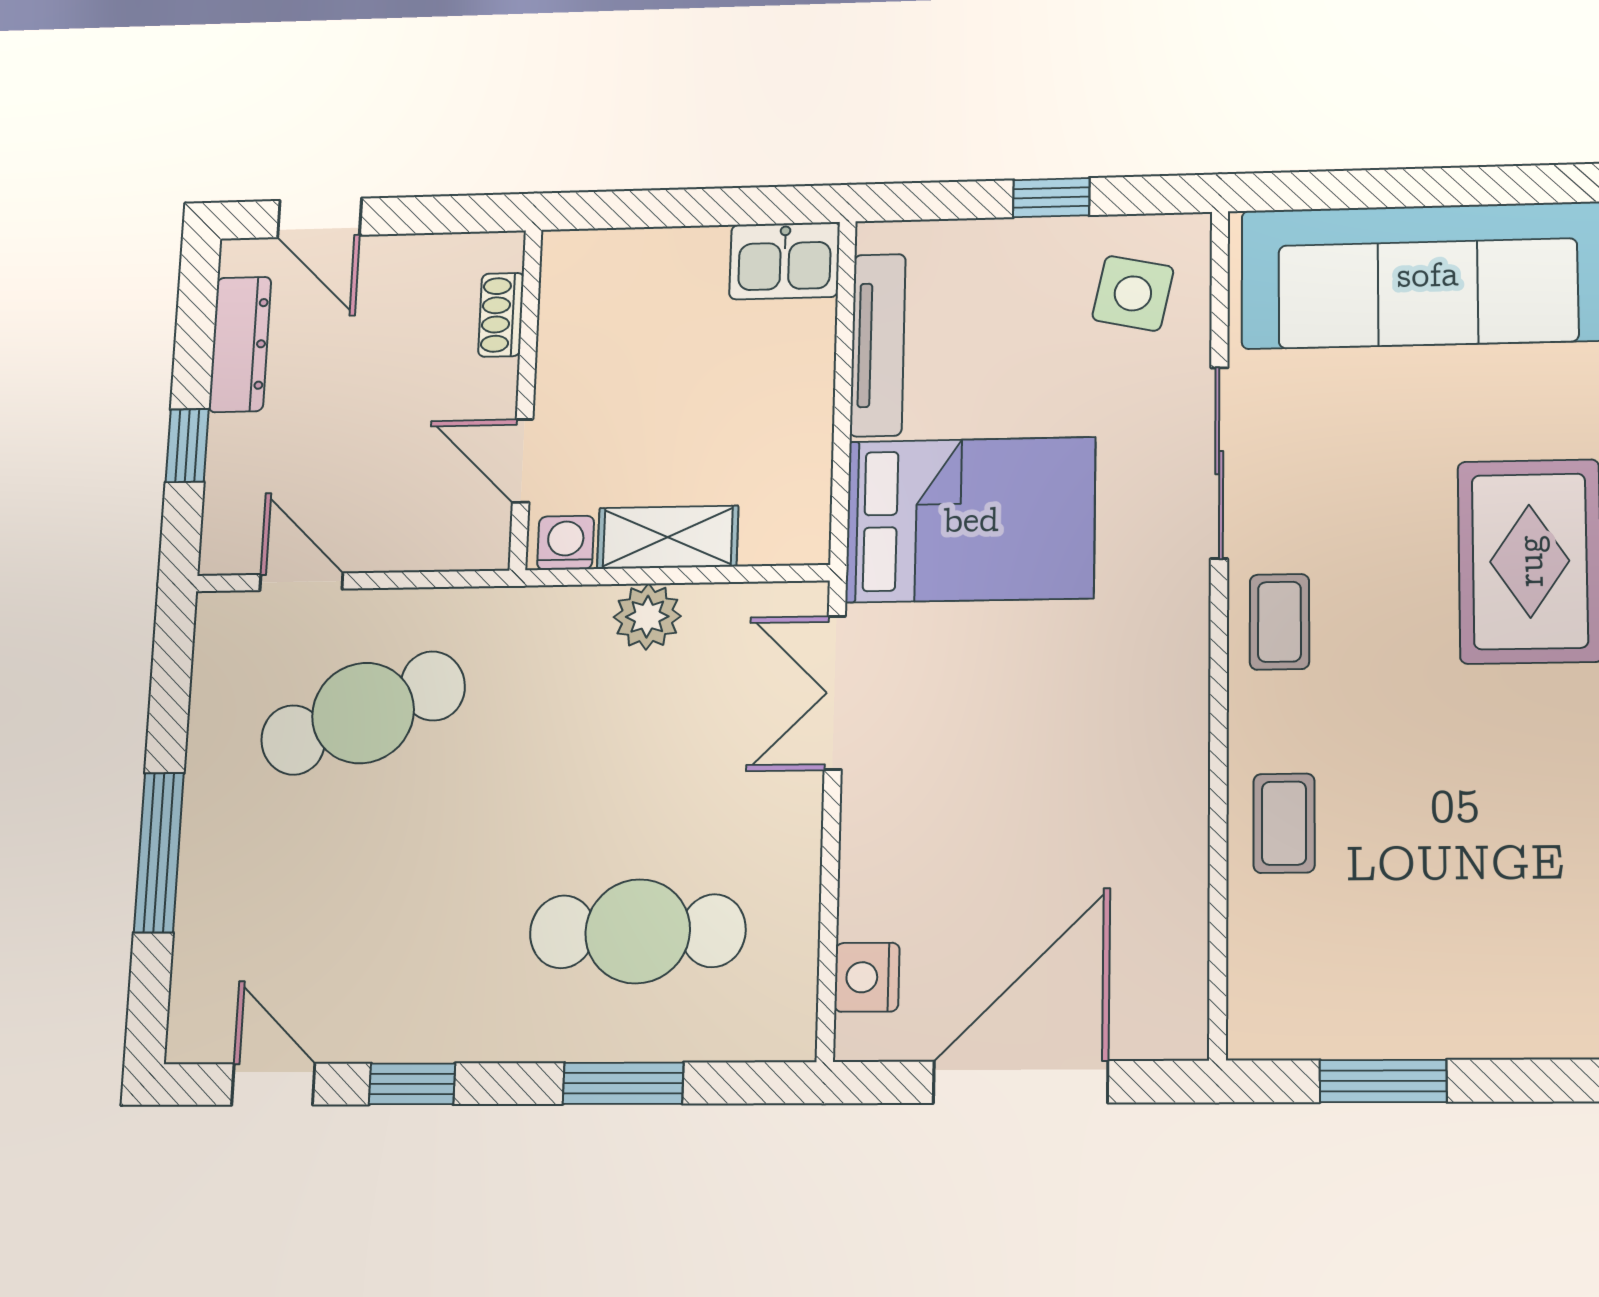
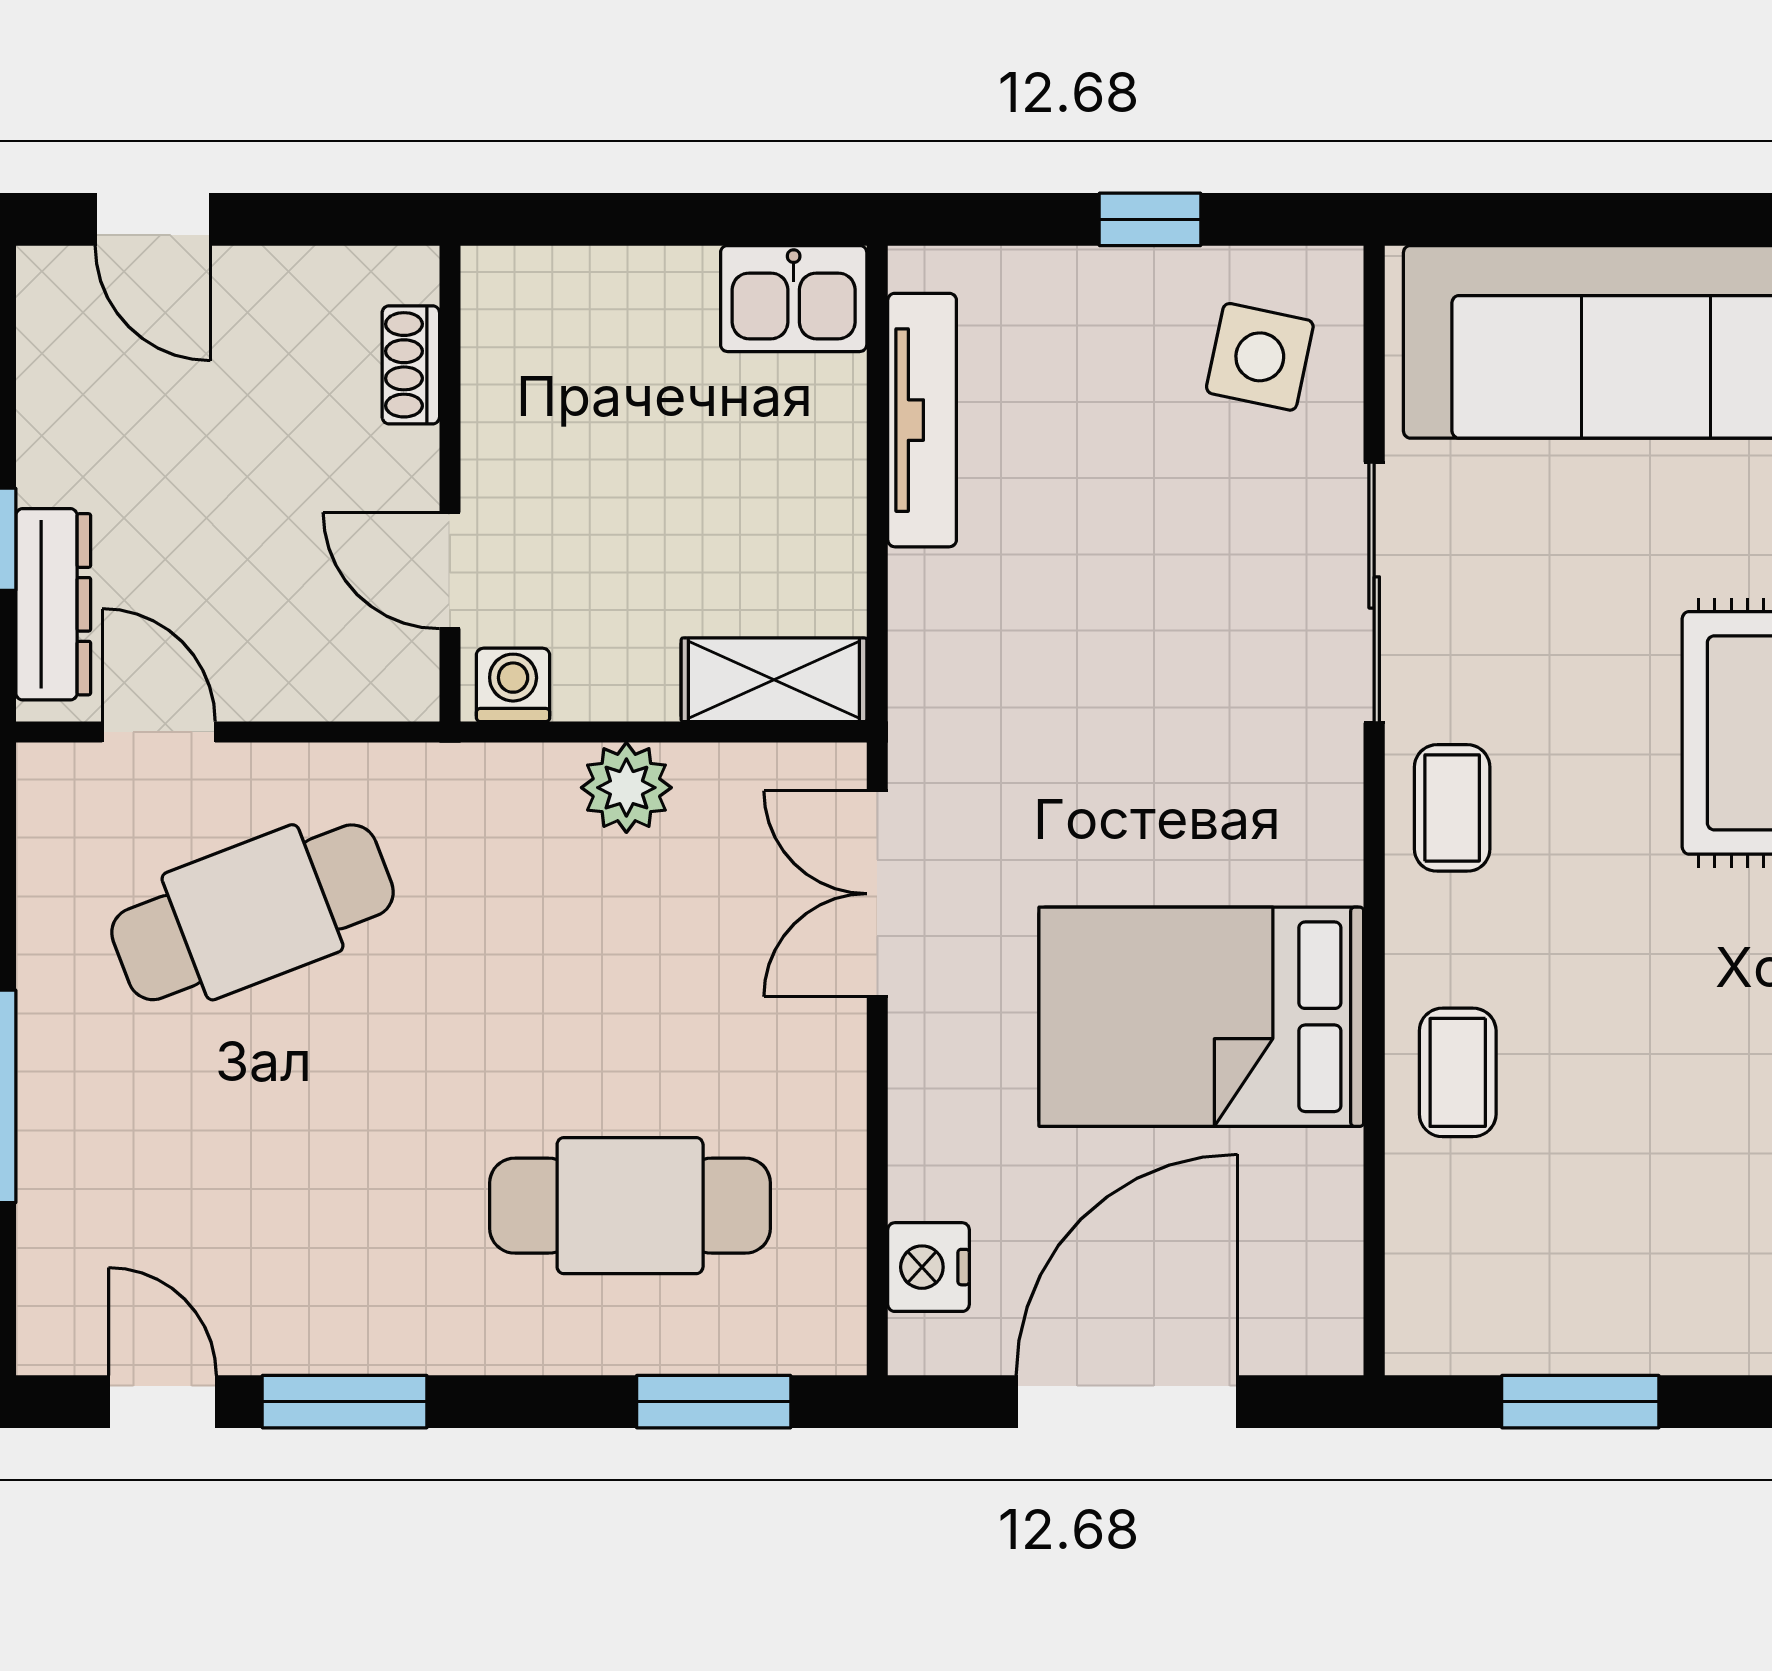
dresser: (240, 344) -> (53, 604), moved
bed: (971, 520) -> (1201, 1017), moved, turned 180
shelving: (668, 537) -> (774, 680), moved
window: (623, 1083) -> (714, 1402), moved
window: (412, 1084) -> (345, 1402), width x1.50

